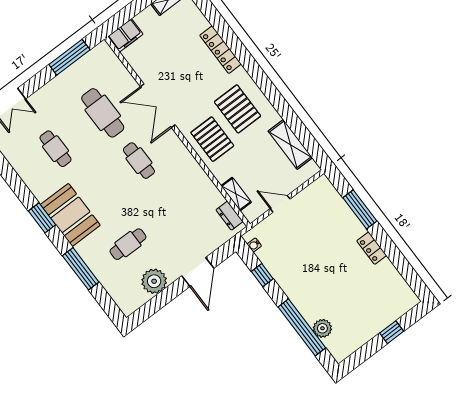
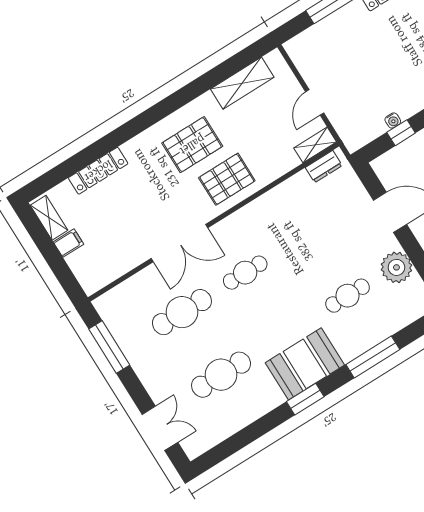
filing cabinet: (125, 35) -> (68, 243), moved, width x0.50
locker: (221, 50) -> (98, 171), moved
cafe table: (56, 149) -> (221, 375), width x1.37, depth x1.35
shelving: (236, 194) -> (315, 145), moved
cafe table: (128, 244) -> (348, 296), turned 90
water cooler: (254, 245) -> (393, 120), moved

